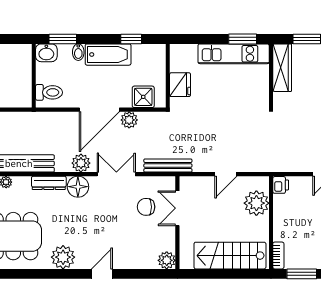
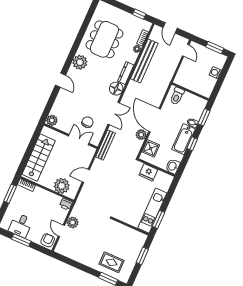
window: (131, 39) -> (192, 144), moved
washbasin: (46, 53) -> (173, 166), moved
wardrobe: (282, 68) -> (132, 235), removed
plant: (81, 163) -> (73, 223), moved
door: (226, 174) -> (86, 176), hinge flipped

